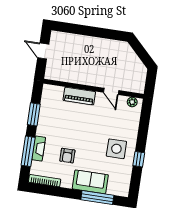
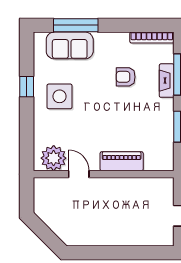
plant: (132, 102) -> (54, 158), width x1.88, depth x1.88
armchair: (67, 156) -> (126, 77), turned -90
sofa: (90, 182) -> (70, 45), moved

